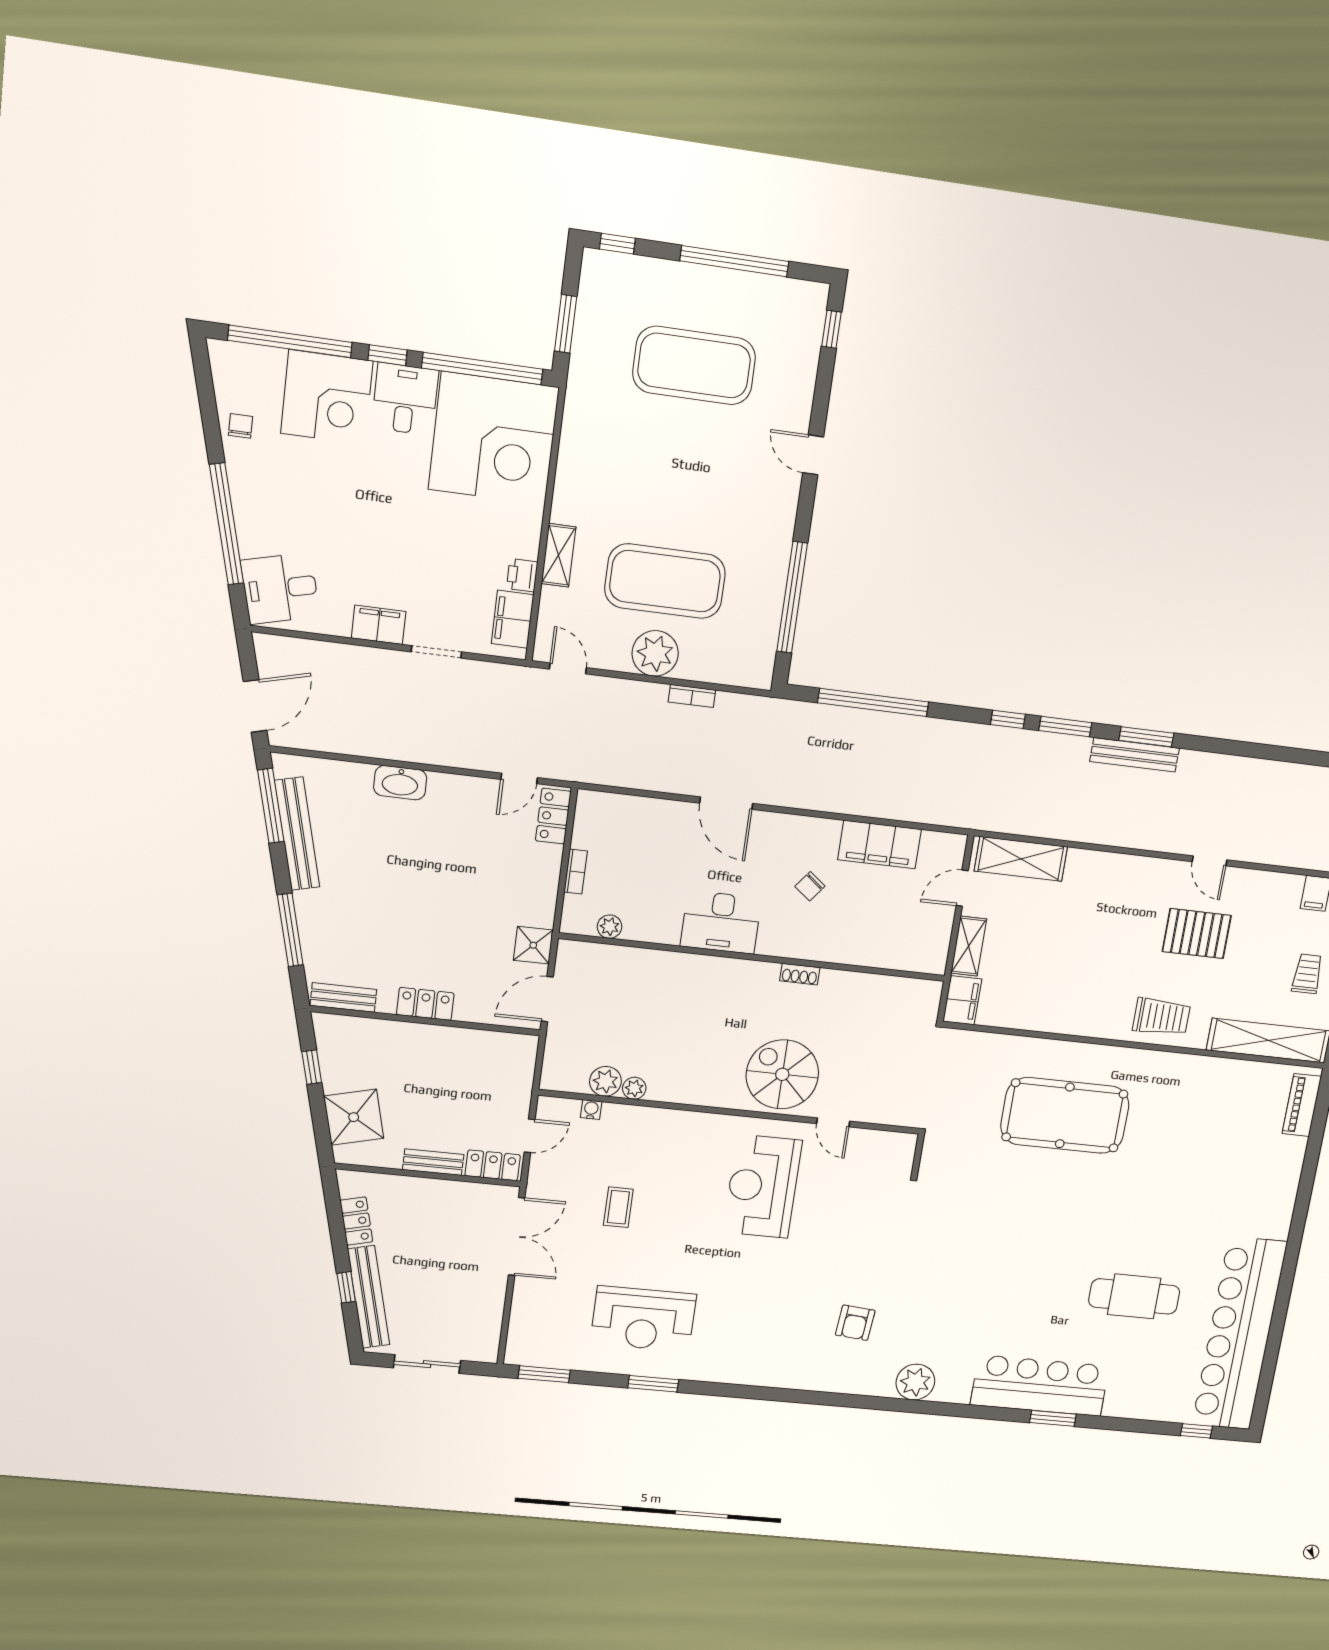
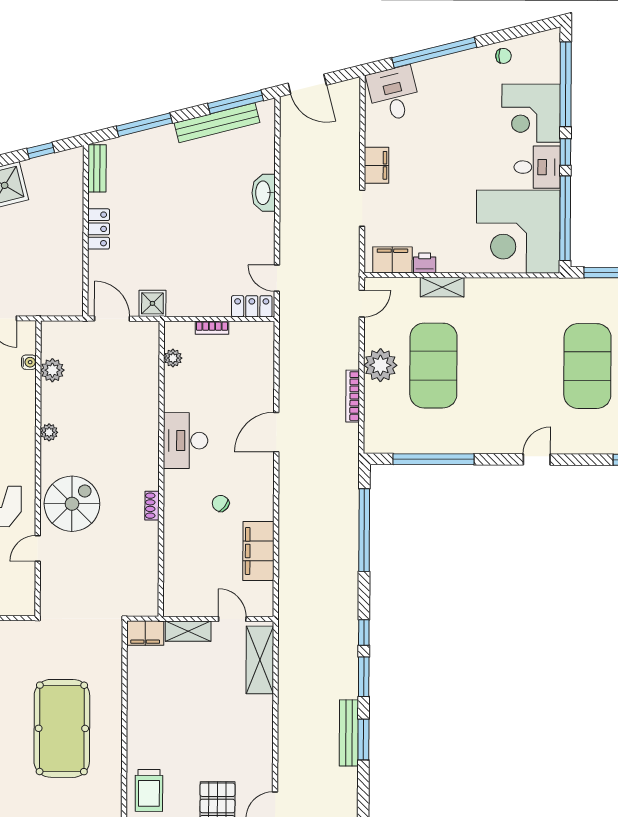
bookcase: (692, 696) -> (353, 396), width x1.56
plant: (634, 1088) -> (49, 432), moved

